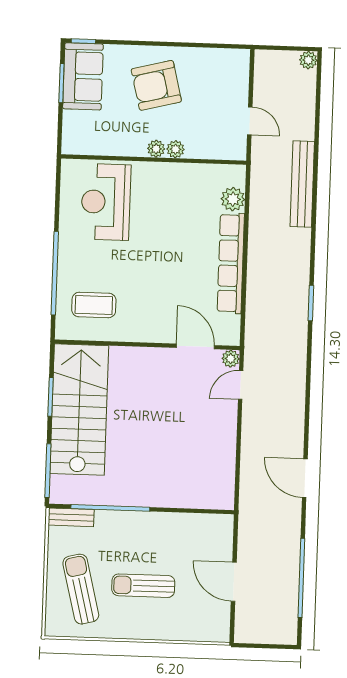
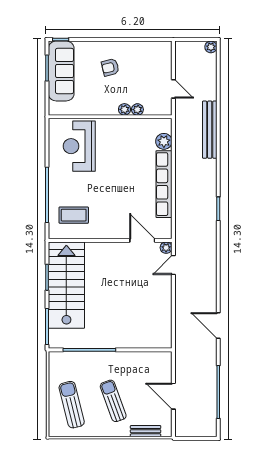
sofa: (83, 76) -> (61, 71), width x1.36
armchair: (156, 85) -> (110, 67), width x0.53, depth x0.53
plant: (156, 149) -> (137, 110), moved
bench: (71, 517) -> (146, 431), moved
sun lounger: (143, 586) -> (113, 401), turned 70

